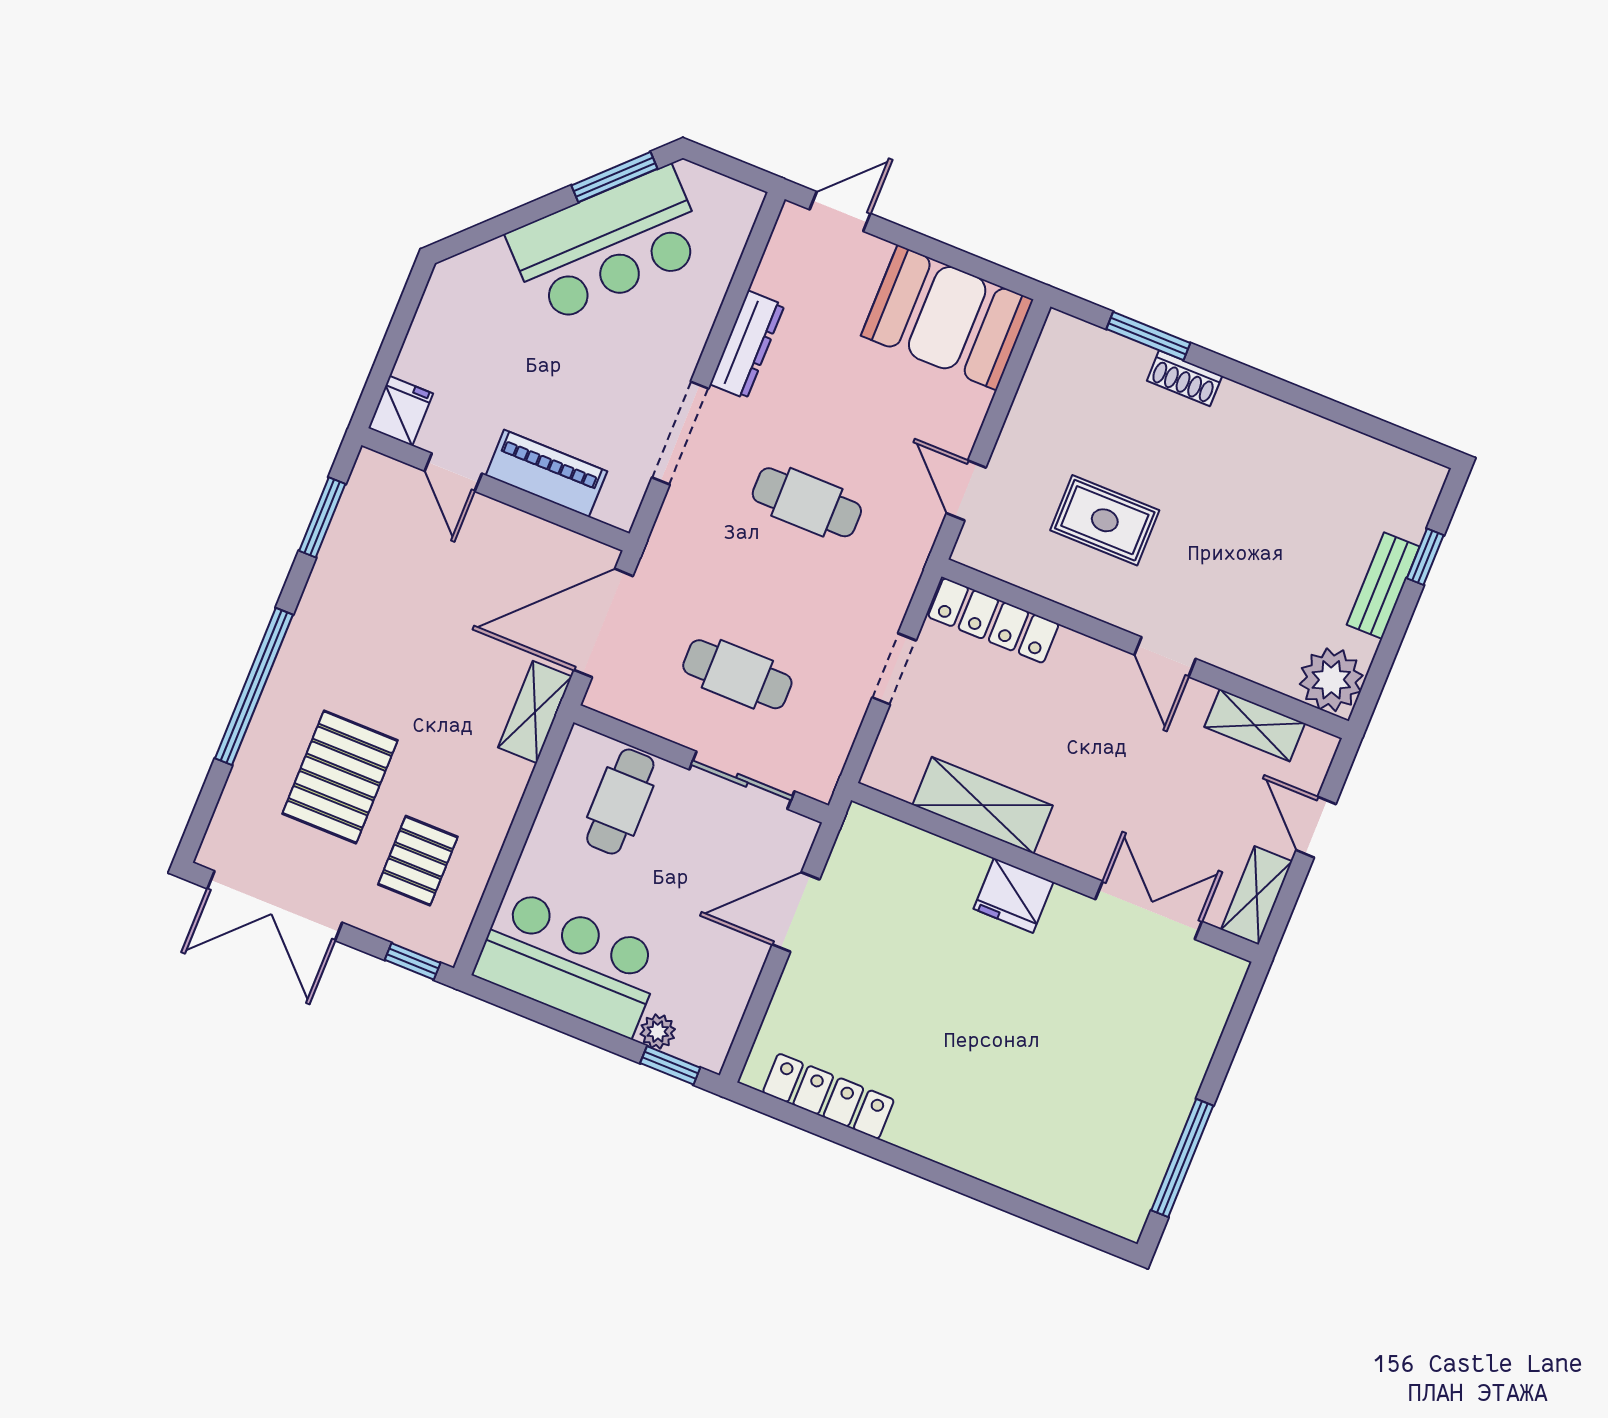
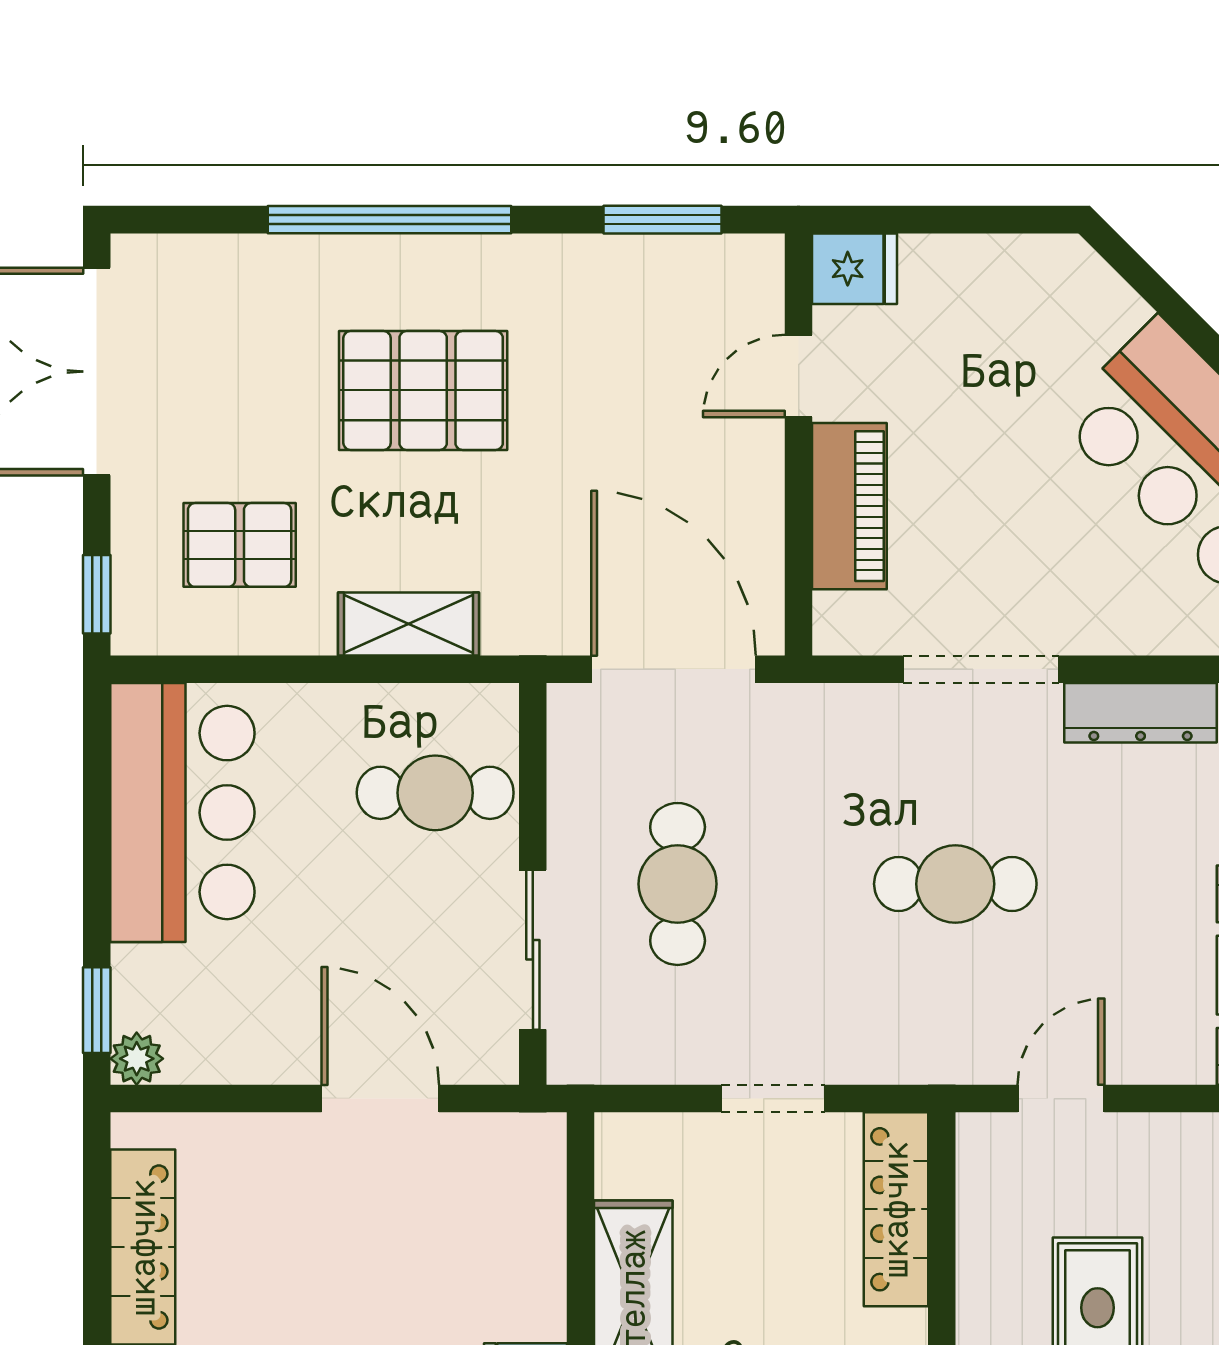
cafe table: (807, 502) -> (955, 884), turned 90
shelving: (535, 712) -> (408, 624), moved
pallet: (340, 777) -> (423, 390), moved
plant: (658, 1032) -> (137, 1059), moved

